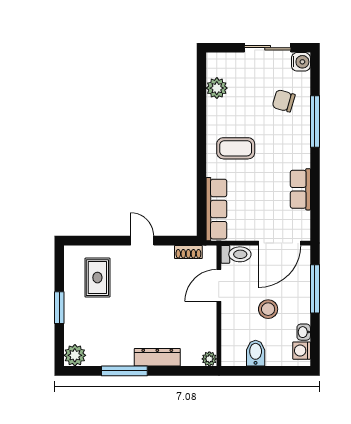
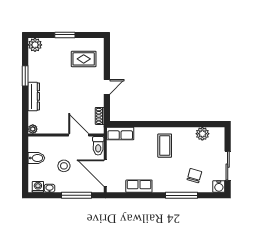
row of seats: (216, 209) -> (120, 134), width x0.68
window: (124, 371) -> (25, 76), width x0.69

